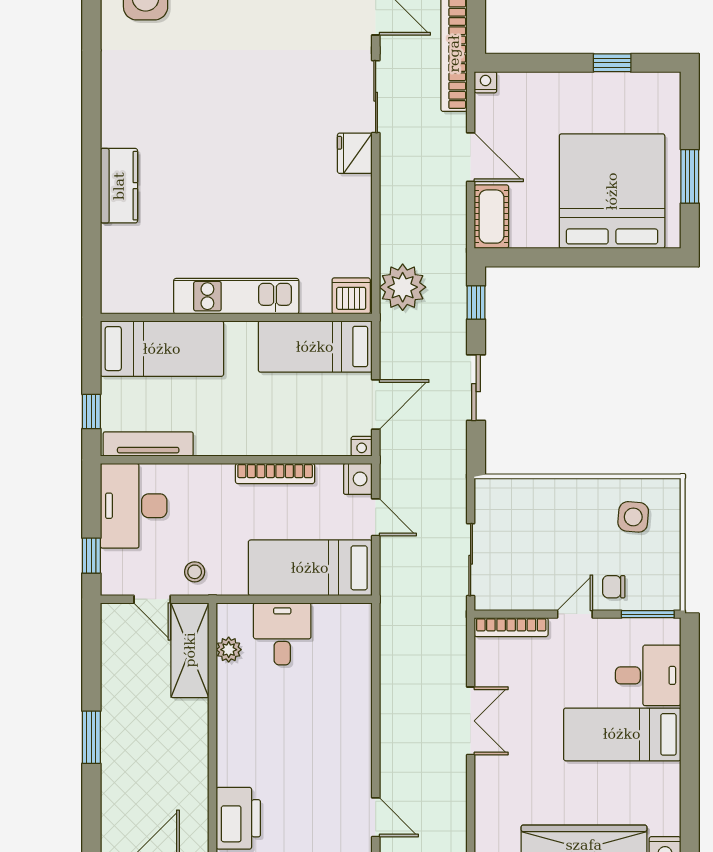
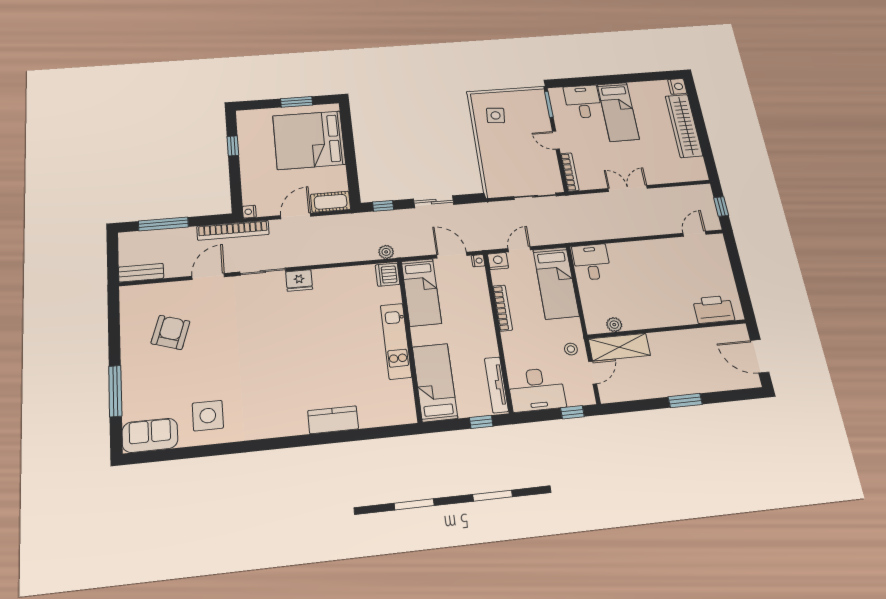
plant: (403, 287) -> (386, 252), width x0.53, depth x0.53
chair: (614, 587) -> (537, 122), removed
desk: (282, 634) -> (592, 262), moved, turned 90

